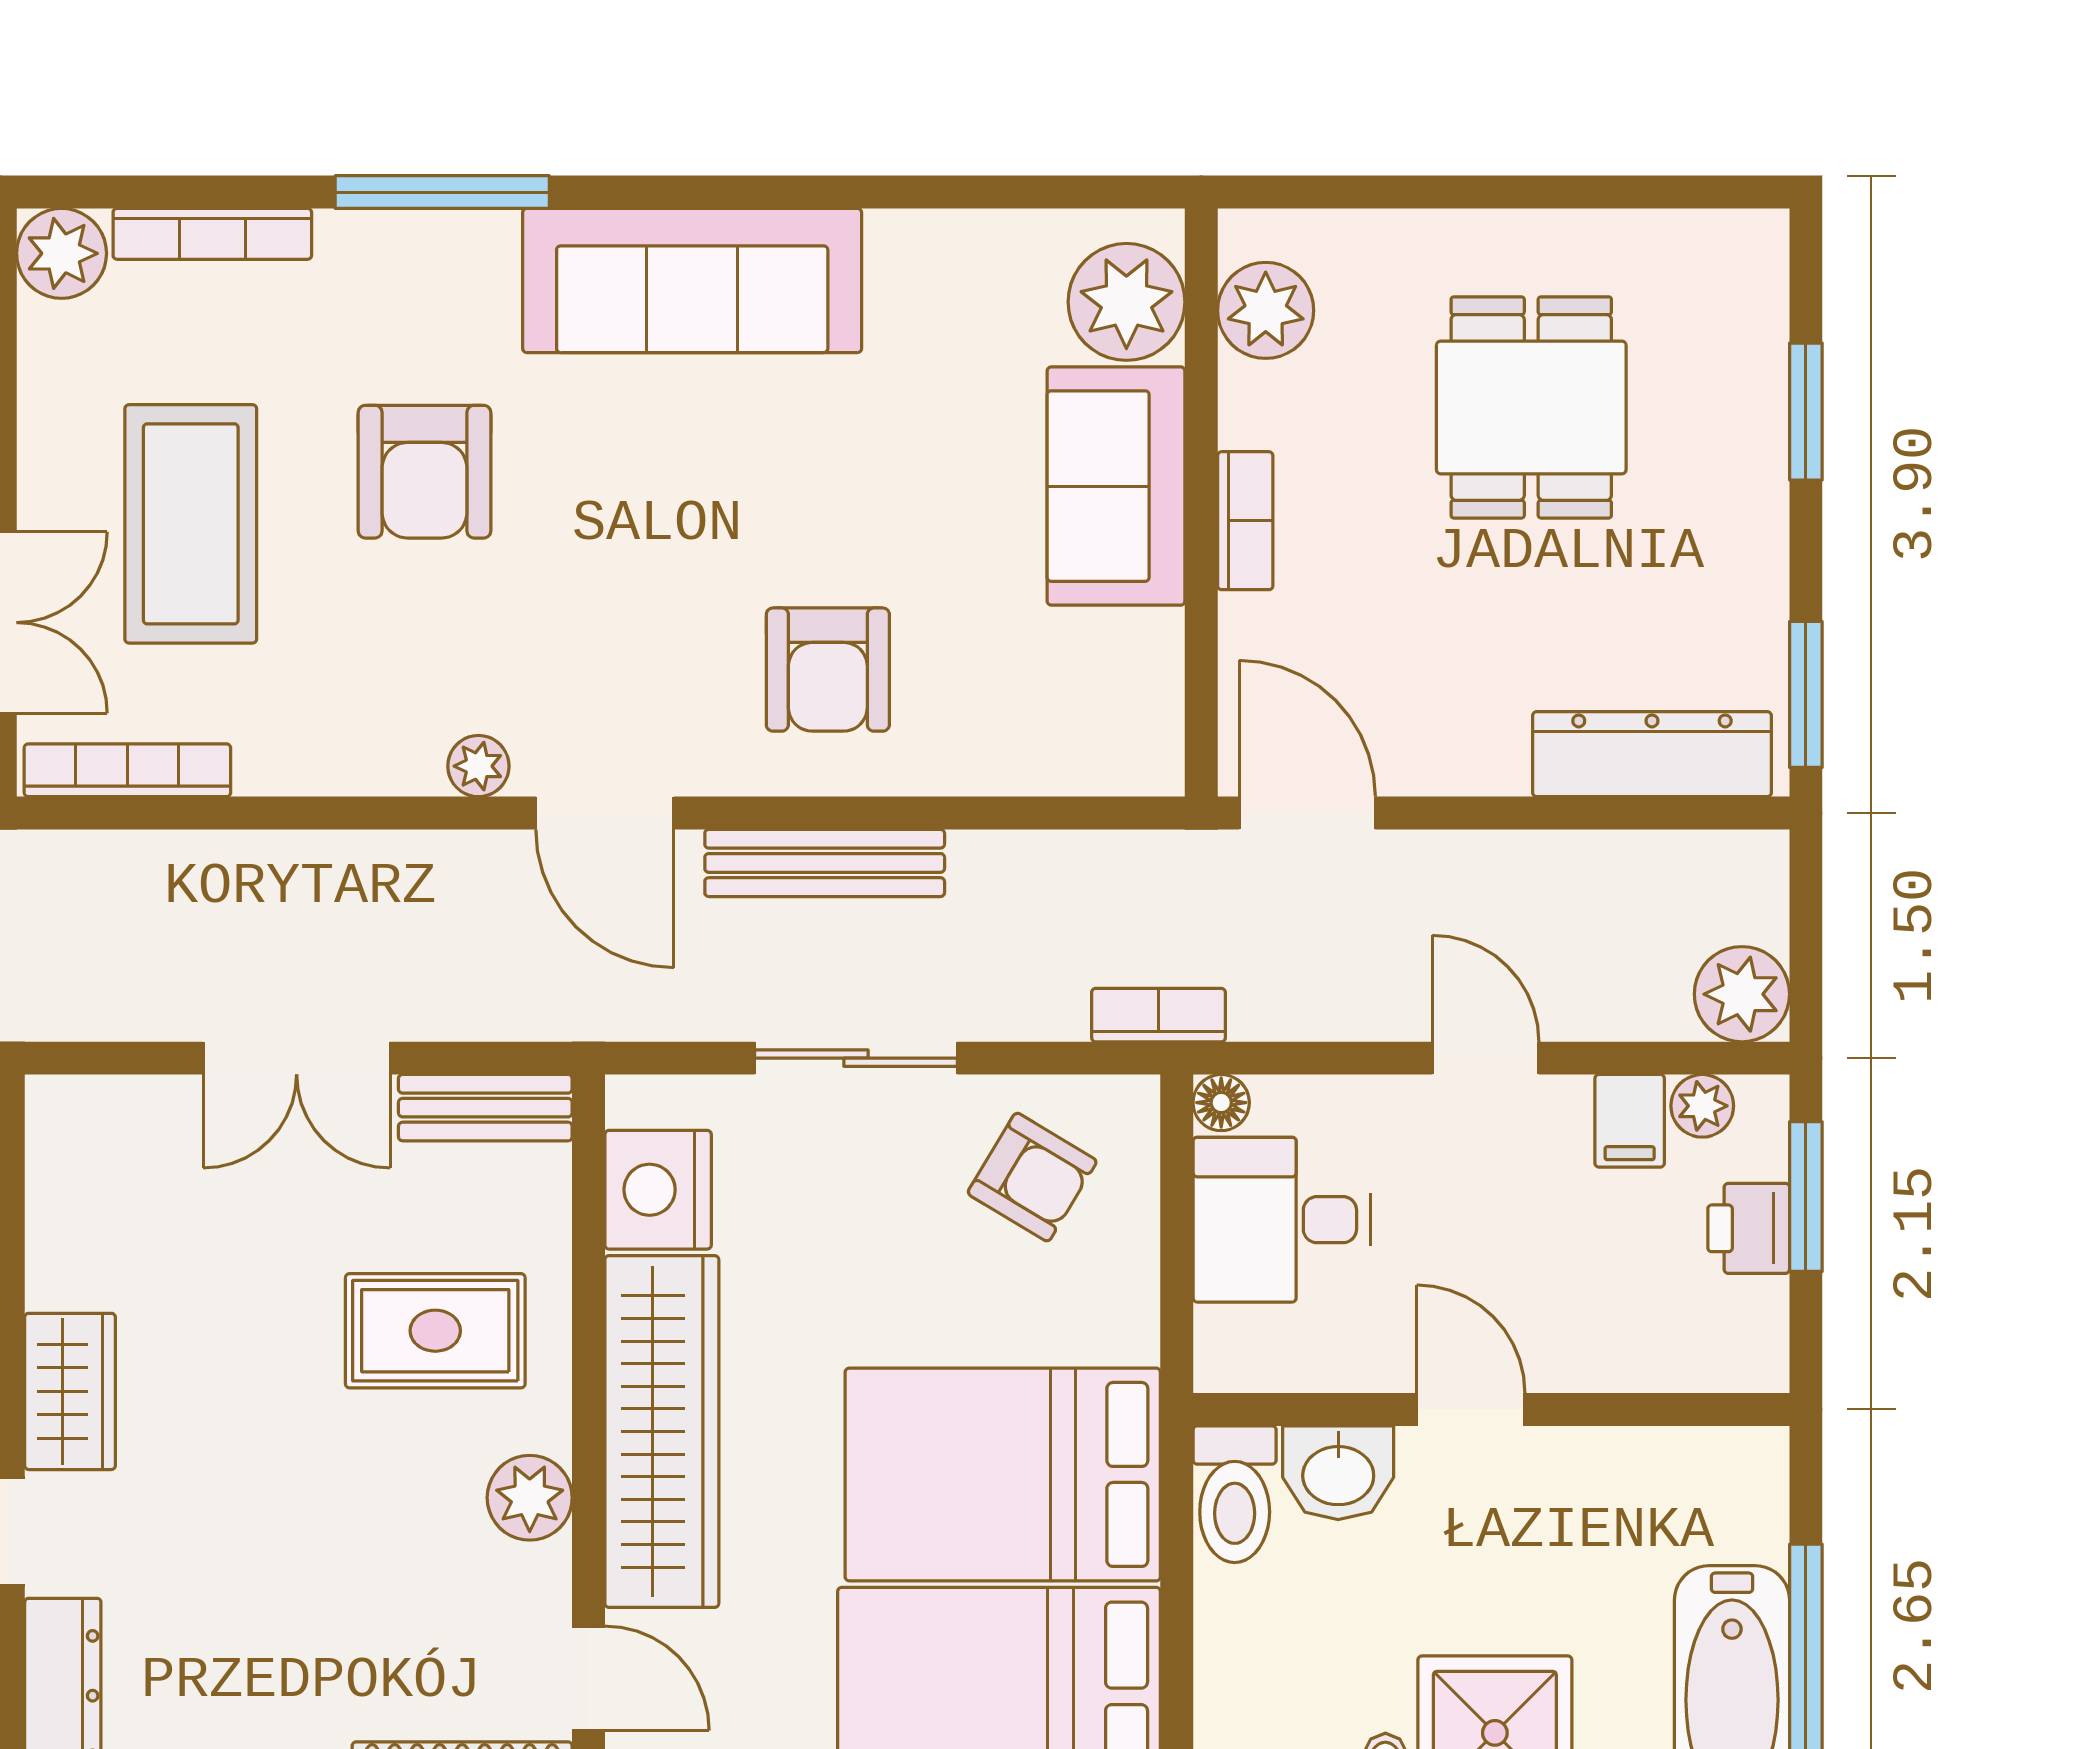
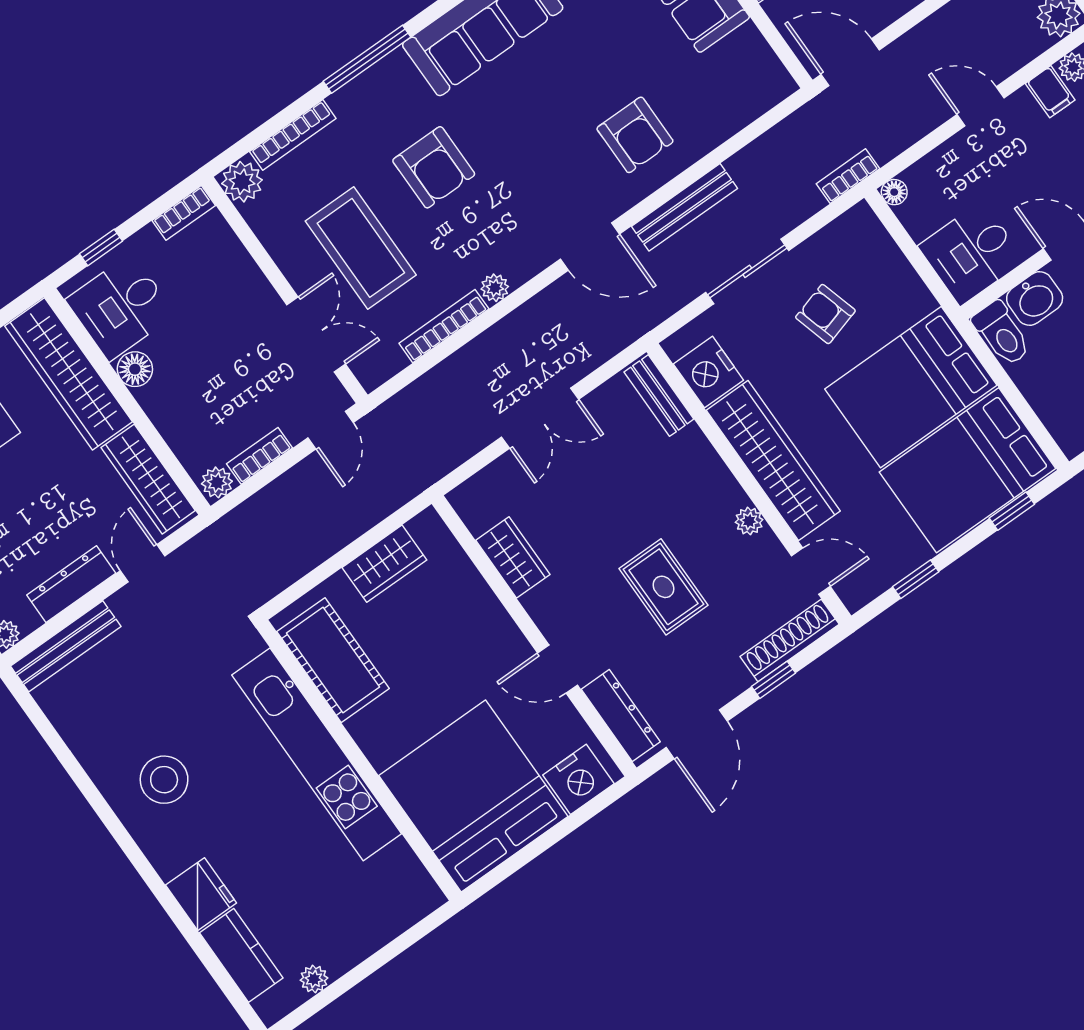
plant: (478, 766) -> (495, 288), moved
bookcase: (127, 770) -> (444, 326), moved
bench: (485, 1108) -> (659, 396), moved, turned 90
armchair: (1032, 1177) -> (825, 314), moved, turned -137
desk: (1282, 1220) -> (971, 253), moved
rug: (435, 1331) -> (663, 587), moved, turned 90
wardrobe: (70, 1391) -> (513, 557), moved
plant: (530, 1498) -> (749, 521), width x0.73, depth x0.73

